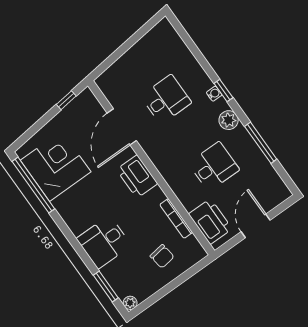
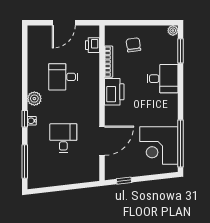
desk: (166, 99) -> (63, 138), turned 90
window: (261, 143) -> (25, 162), moved
printer: (137, 177) -> (114, 92), moved
printer: (210, 221) -> (92, 45), width x0.53, depth x0.68

